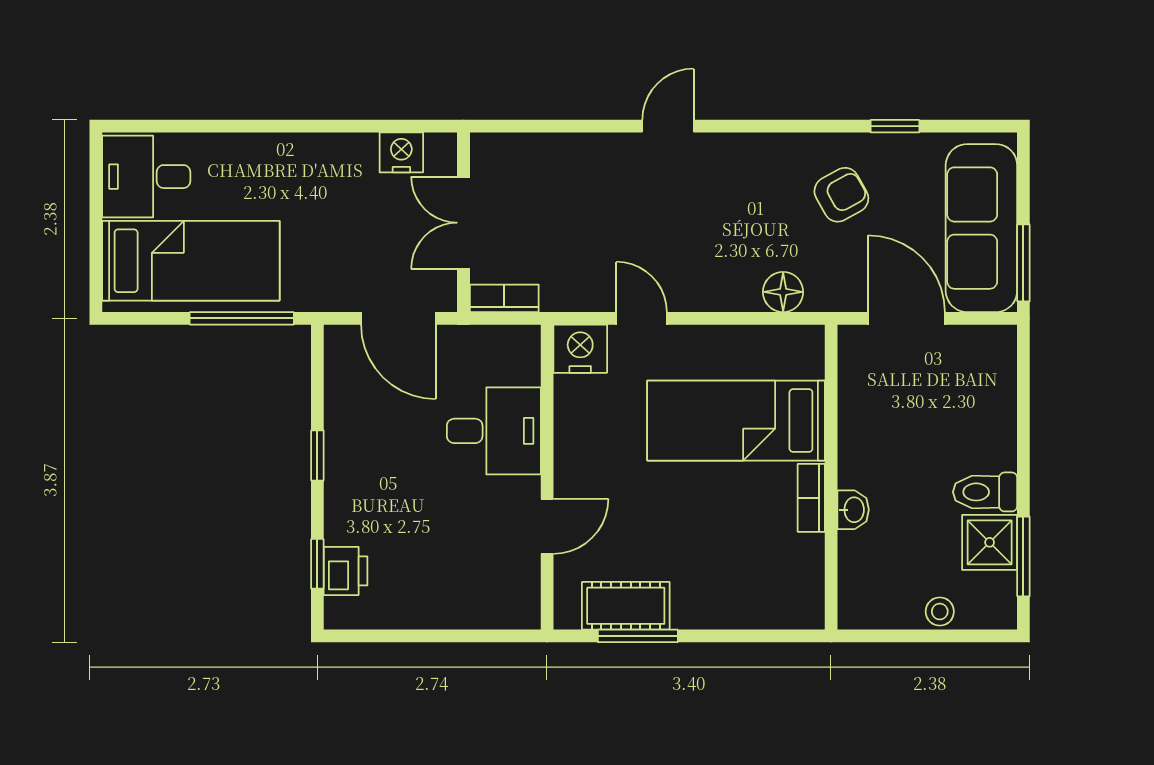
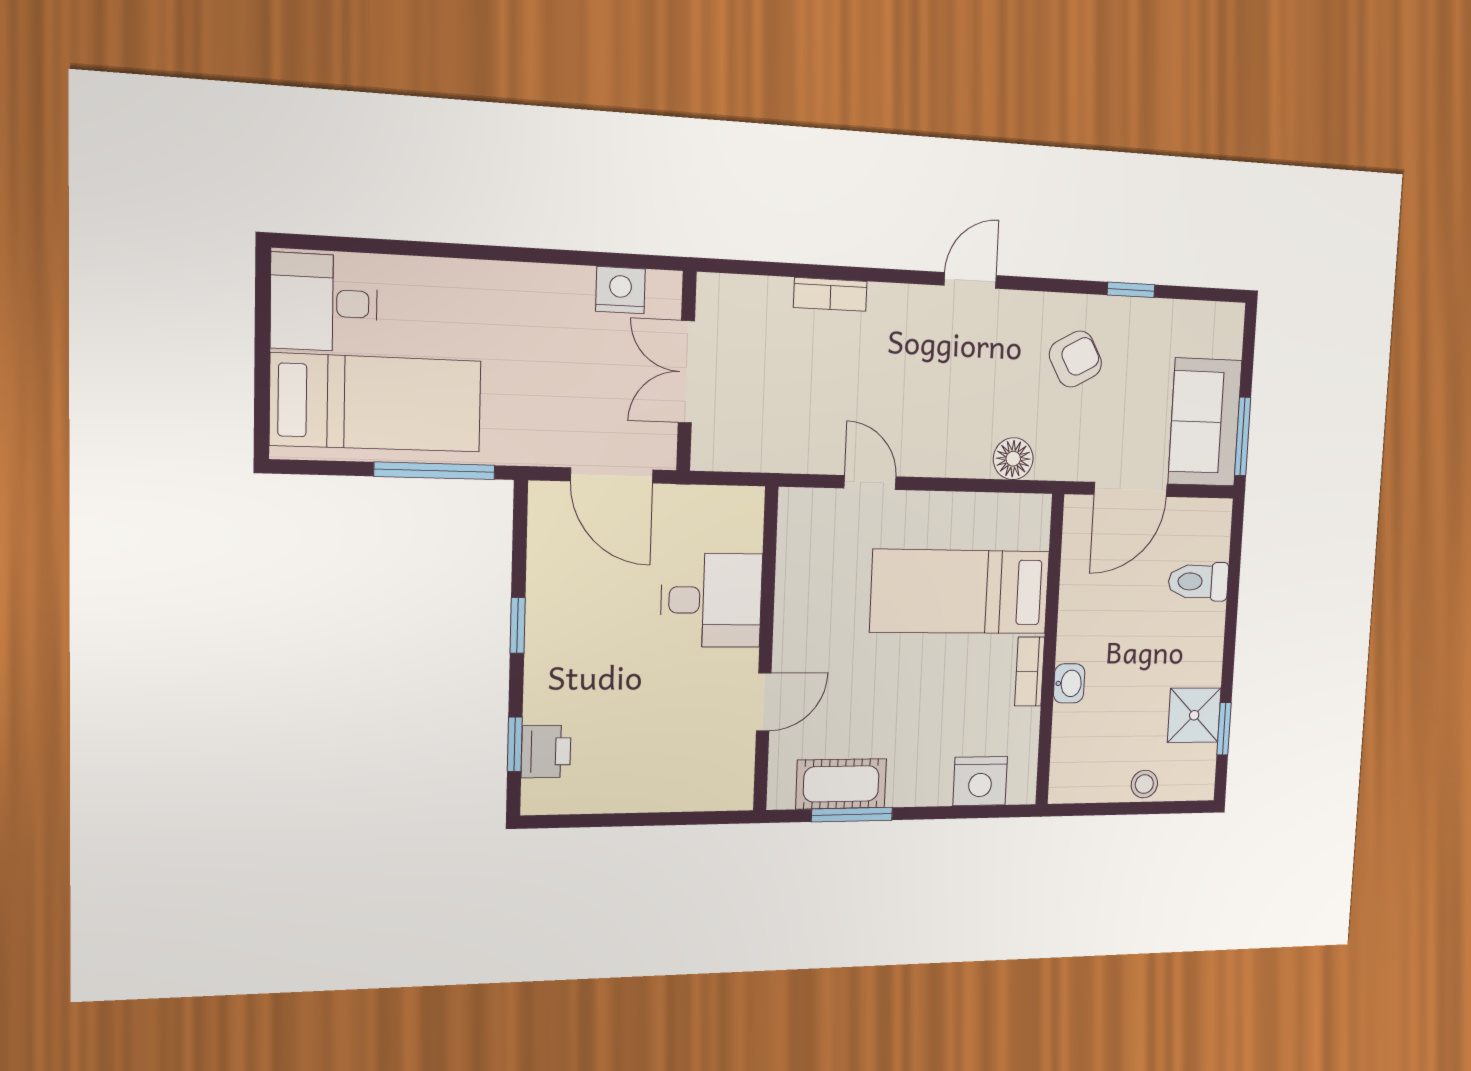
door: (668, 126) -> (970, 280), moved
sofa: (981, 228) -> (1205, 422), width x0.73
bookcase: (504, 298) -> (830, 294), moved, turned 180
door: (907, 318) -> (1131, 489), swing flipped
nightstand: (580, 349) -> (980, 781), moved, turned 180
toilet: (985, 492) -> (1198, 582), moved
window: (1023, 556) -> (1224, 729), width x0.67

